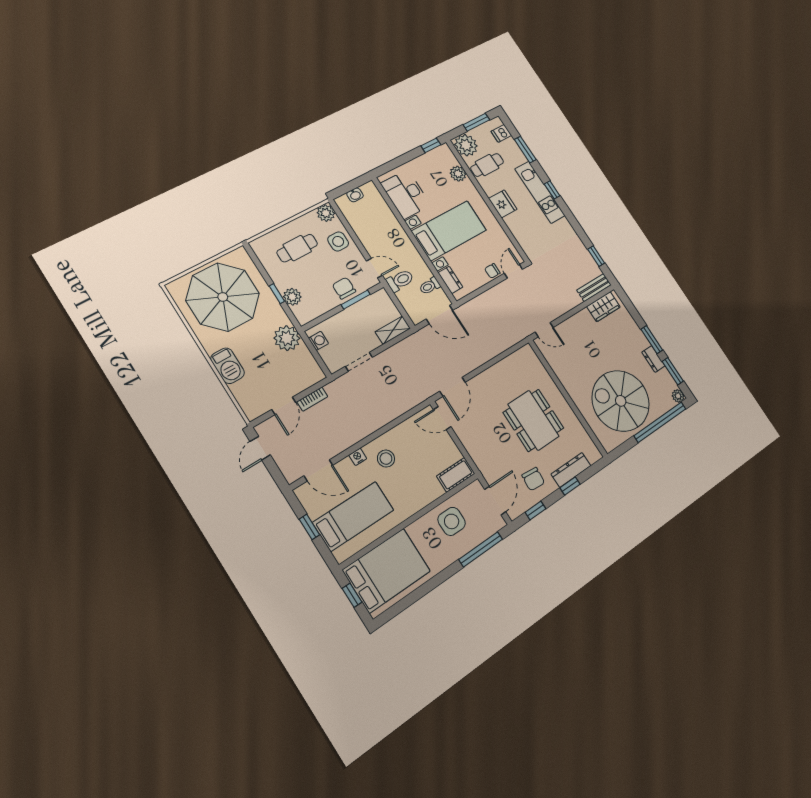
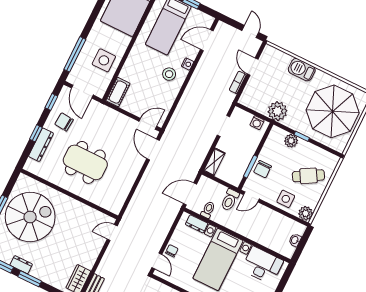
cafe table: (297, 248) -> (308, 176), turned 60
chair: (344, 288) -> (263, 169), turned 90

